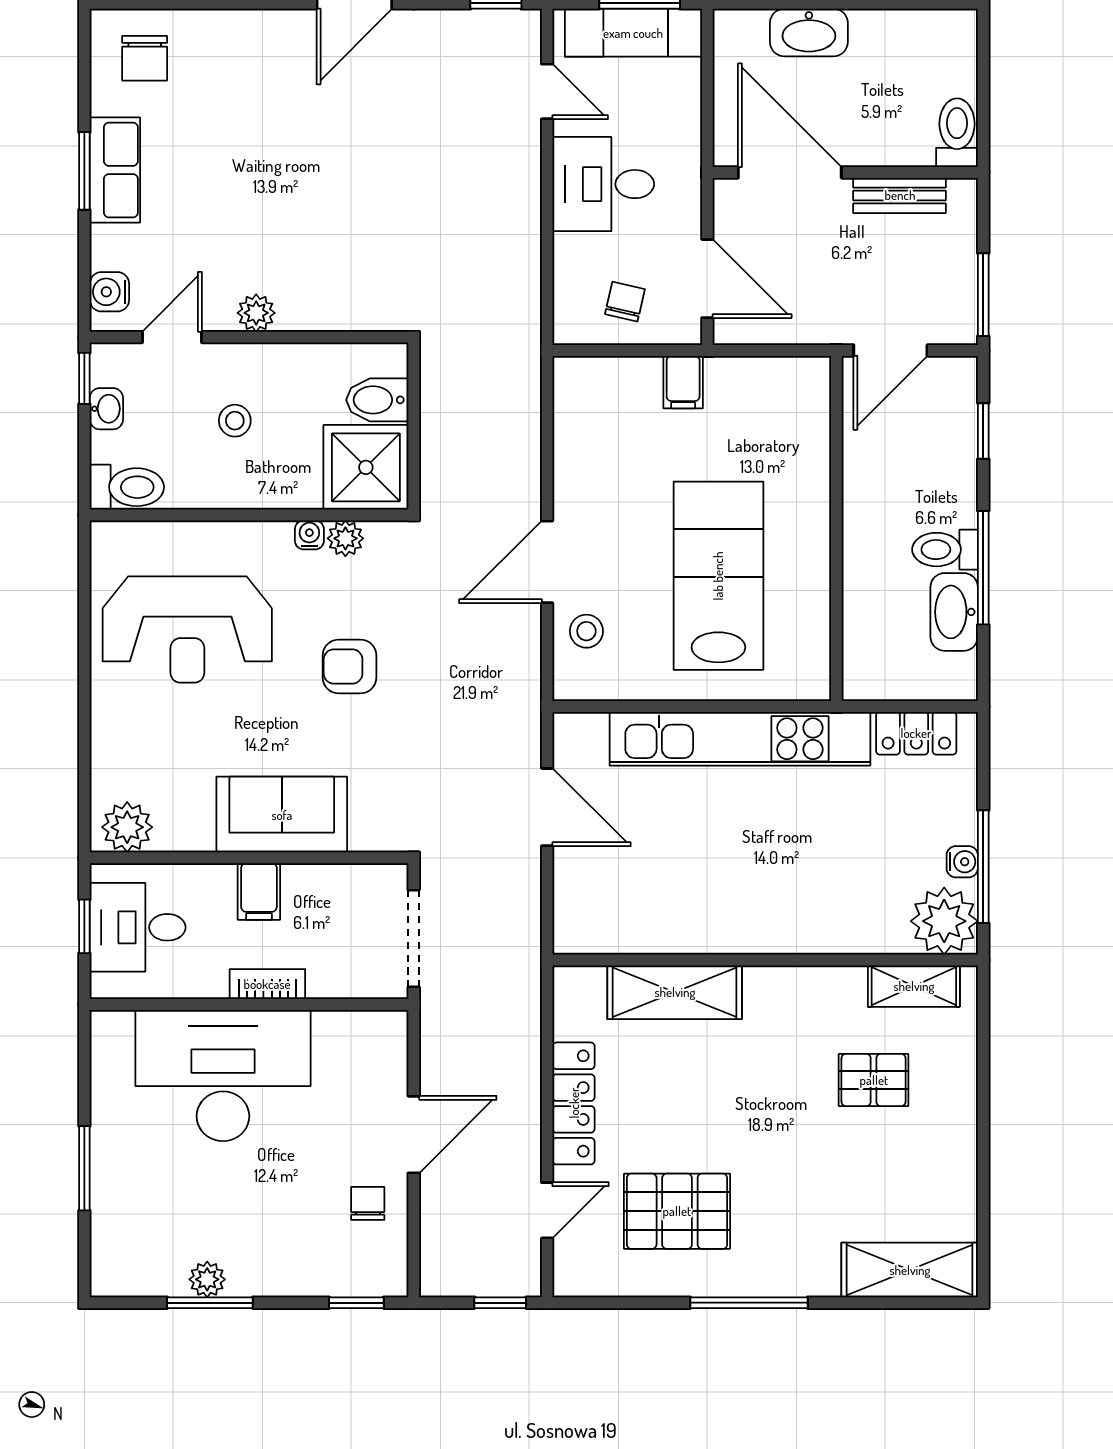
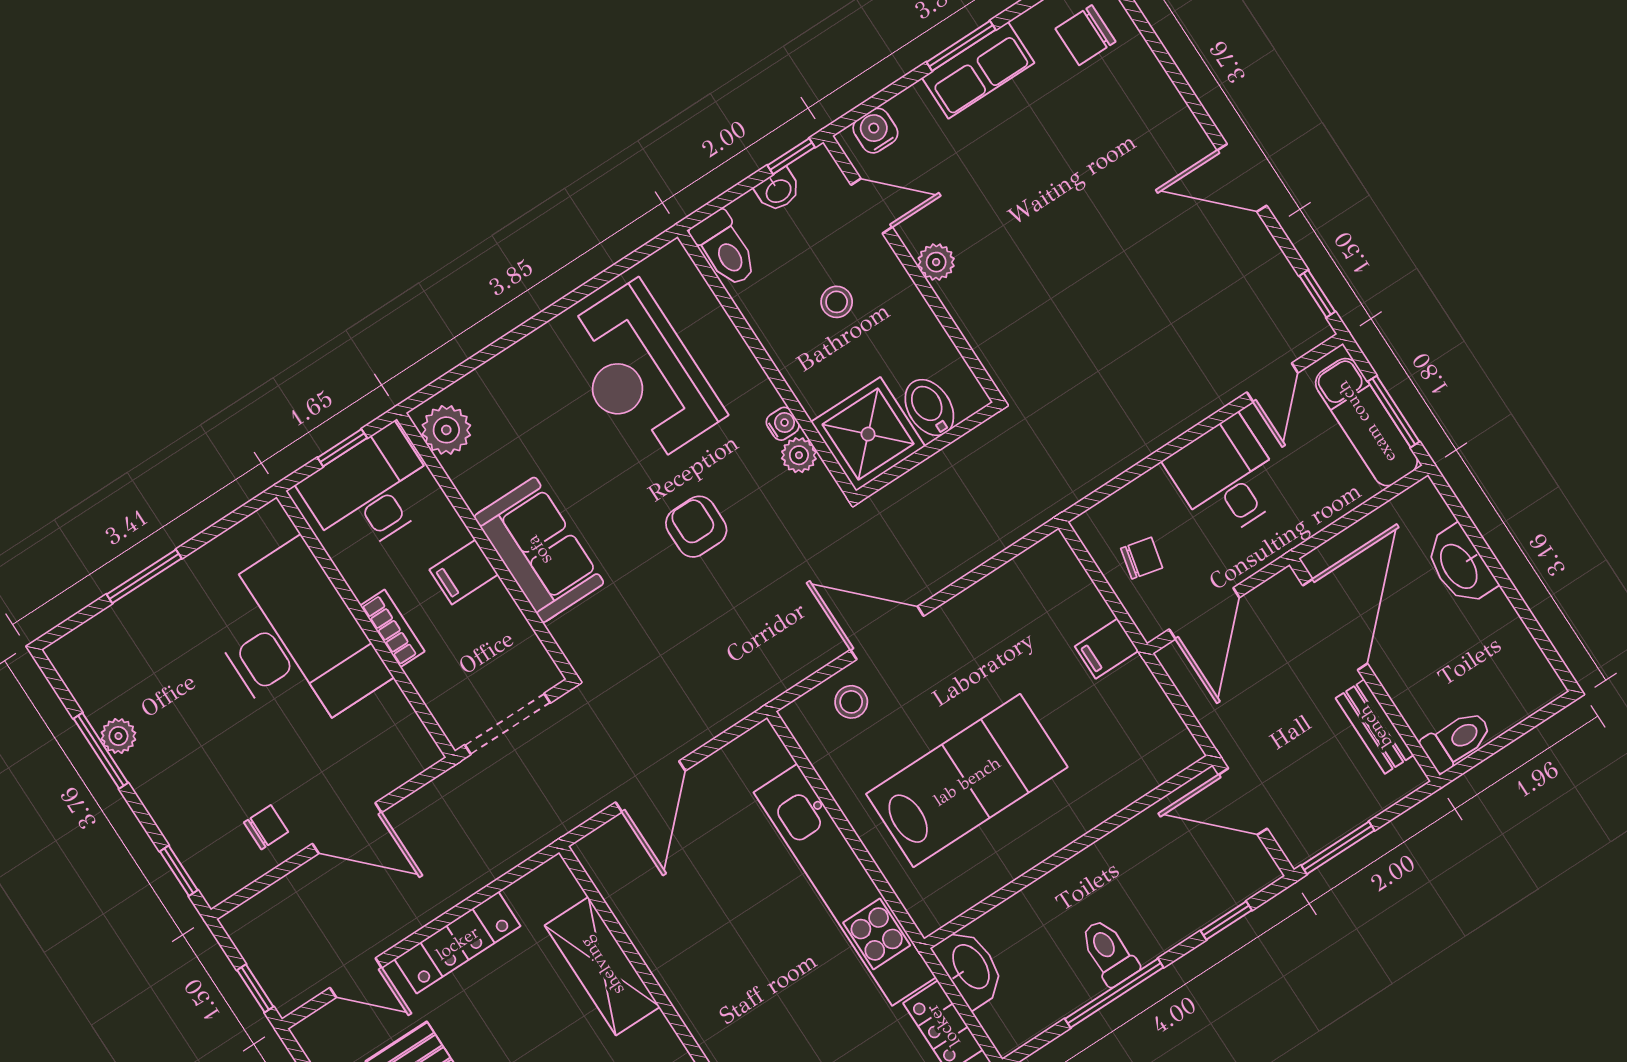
washbasin: (954, 612) -> (970, 967), moved, turned 90
door: (547, 807) -> (651, 786), moved
desk: (138, 927) -> (370, 492), width x1.37

